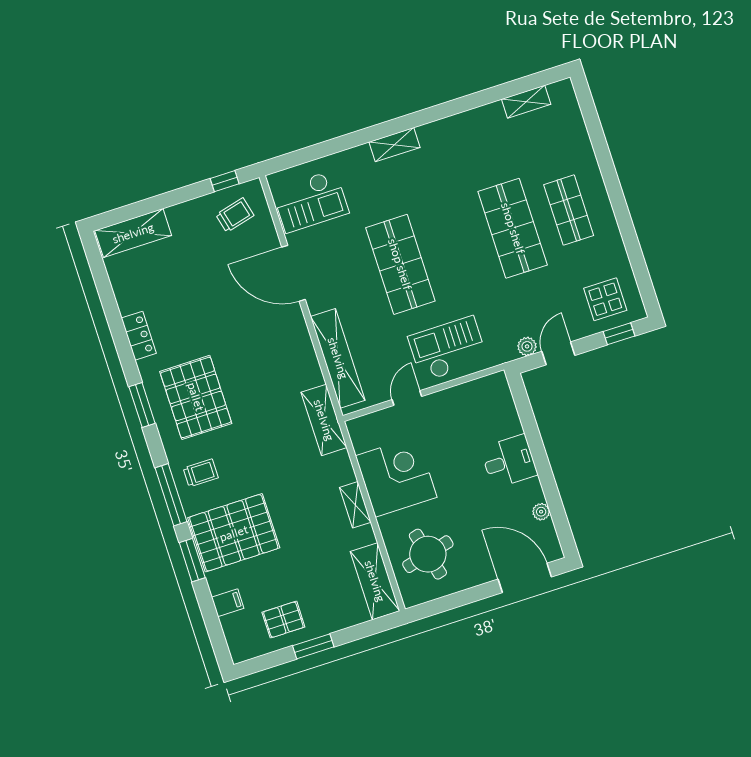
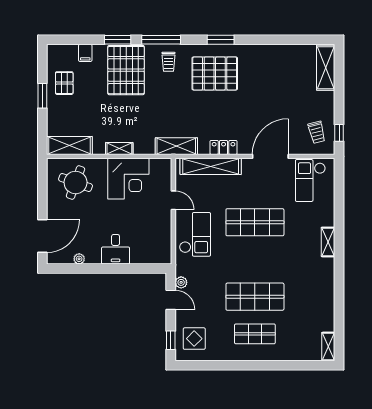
shelving: (526, 102) -> (328, 347), moved
locker: (139, 336) -> (224, 147), moved, turned 180
round table: (428, 554) -> (76, 183), turned 34

